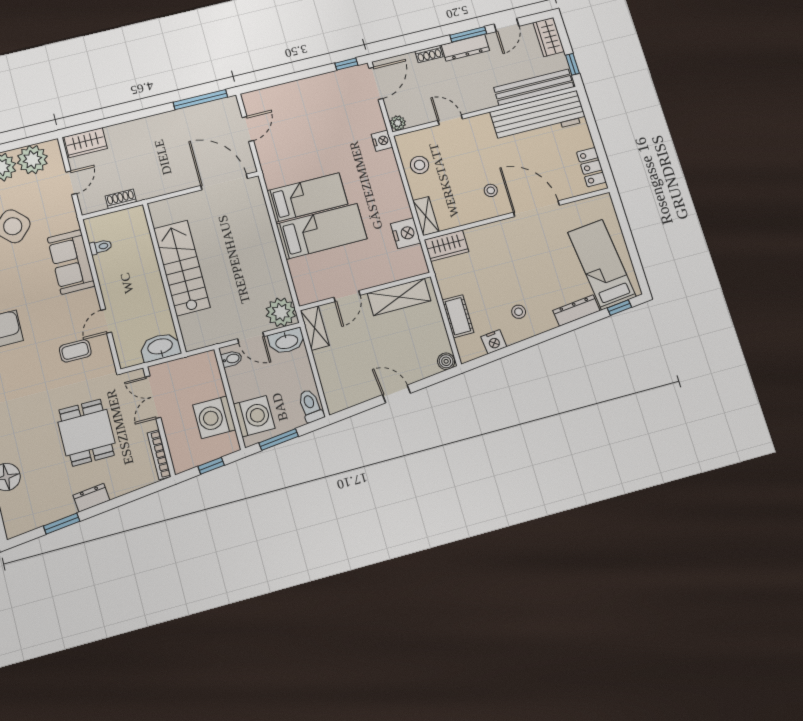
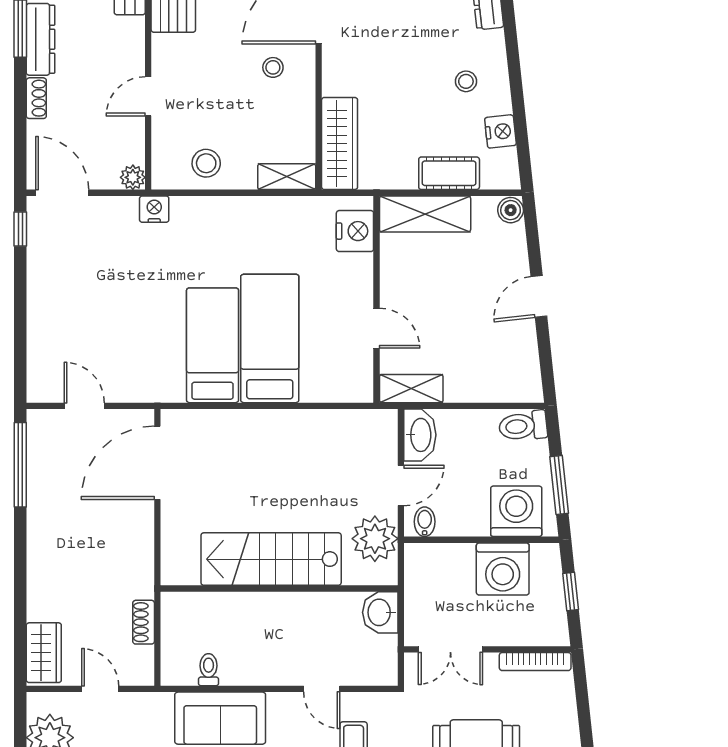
nightstand: (406, 233) -> (355, 231), moved, turned 90
wardrobe: (447, 246) -> (340, 144), width x1.50
shelving: (399, 297) -> (425, 214), moved, turned 90
plant: (281, 312) -> (375, 539), moved
washbasin: (160, 347) -> (380, 612), width x0.72

